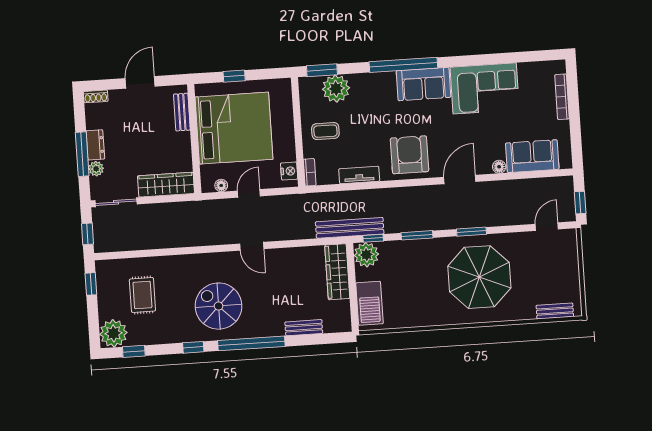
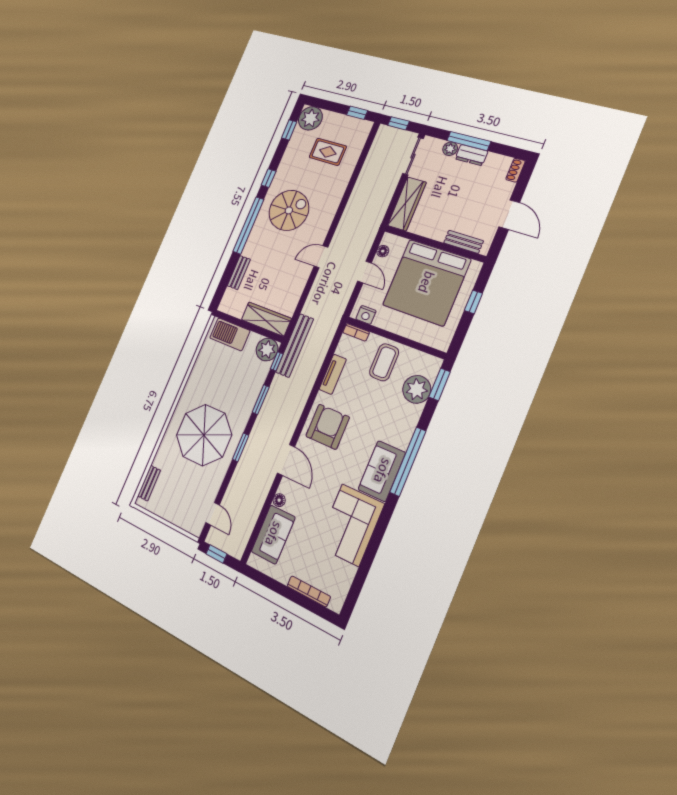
coffee table: (325, 131) -> (384, 362), width x1.36, depth x1.30
armchair: (409, 155) -> (328, 427), turned -90

